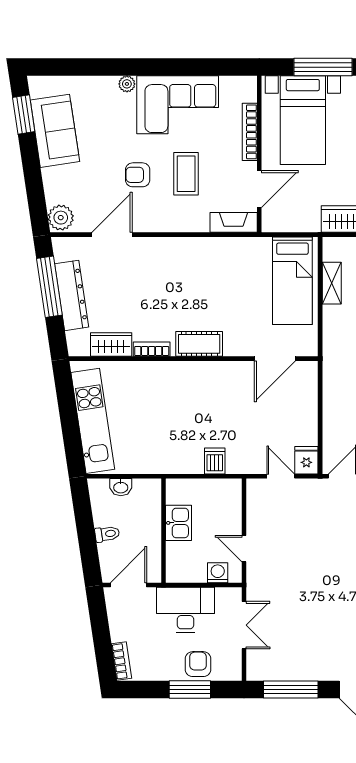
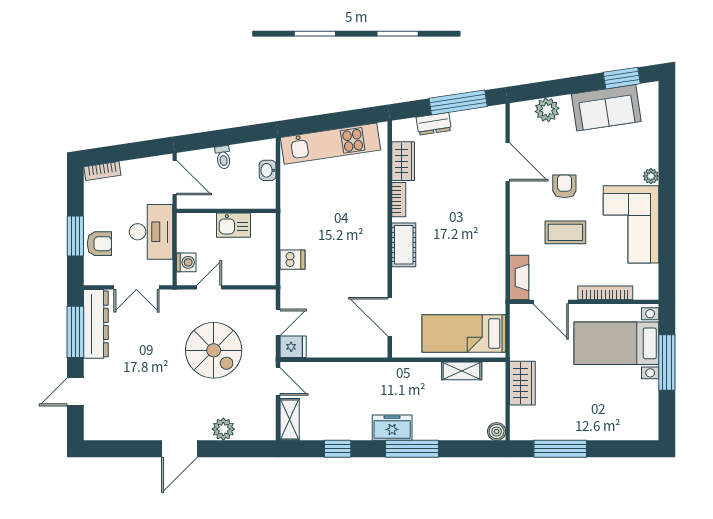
plant: (61, 218) -> (547, 110), moved
dresser: (72, 295) -> (434, 124), width x0.51, depth x0.80
spiral stairs: (310, 544) -> (214, 350), added
dresser: (282, 668) -> (96, 324), added

